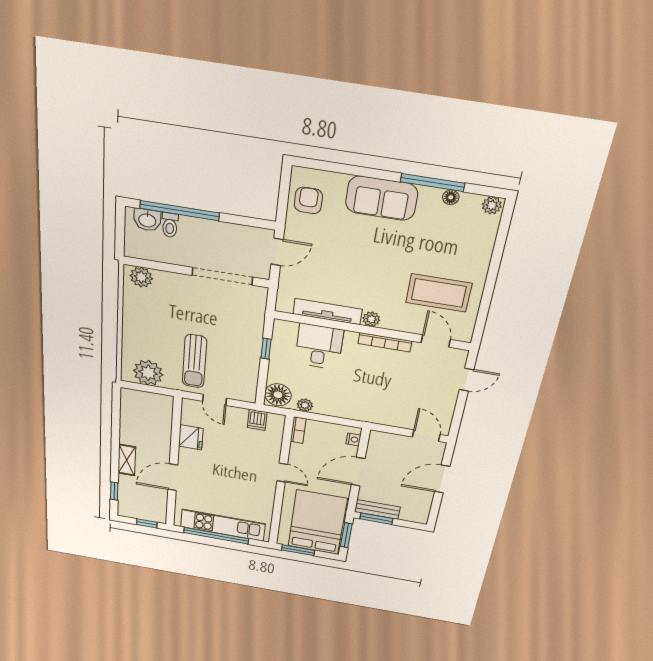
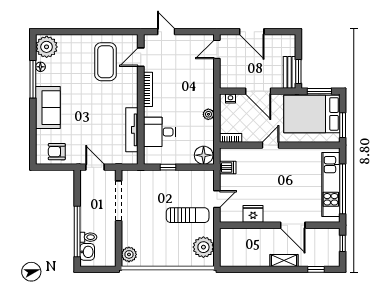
plant: (492, 205) -> (47, 47), width x1.87, depth x1.87
plant: (371, 319) -> (132, 101), removed
plant: (305, 405) -> (208, 114), moved

